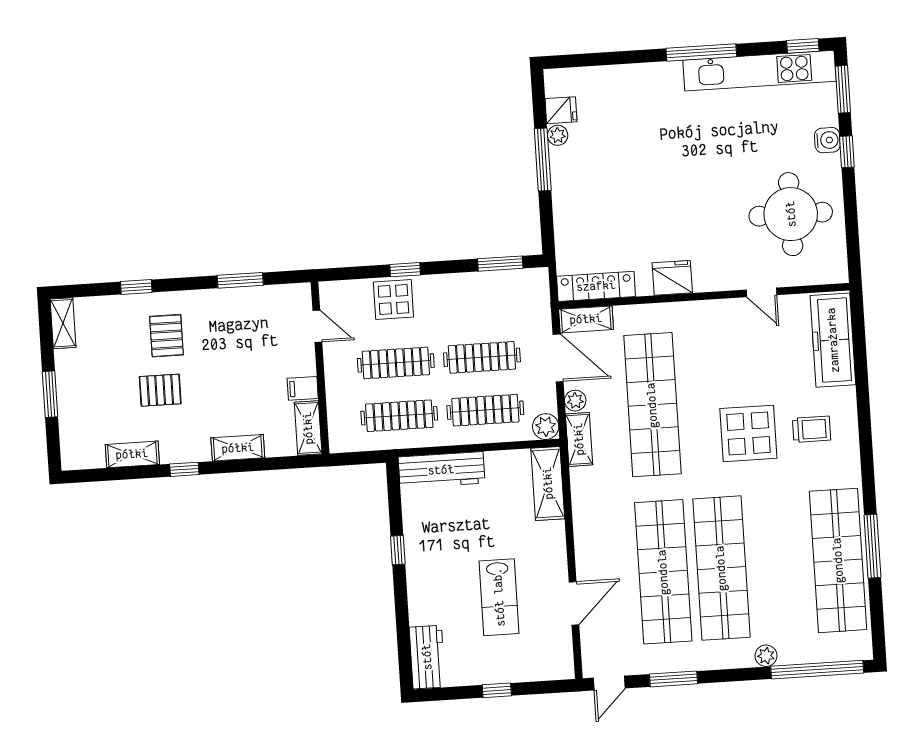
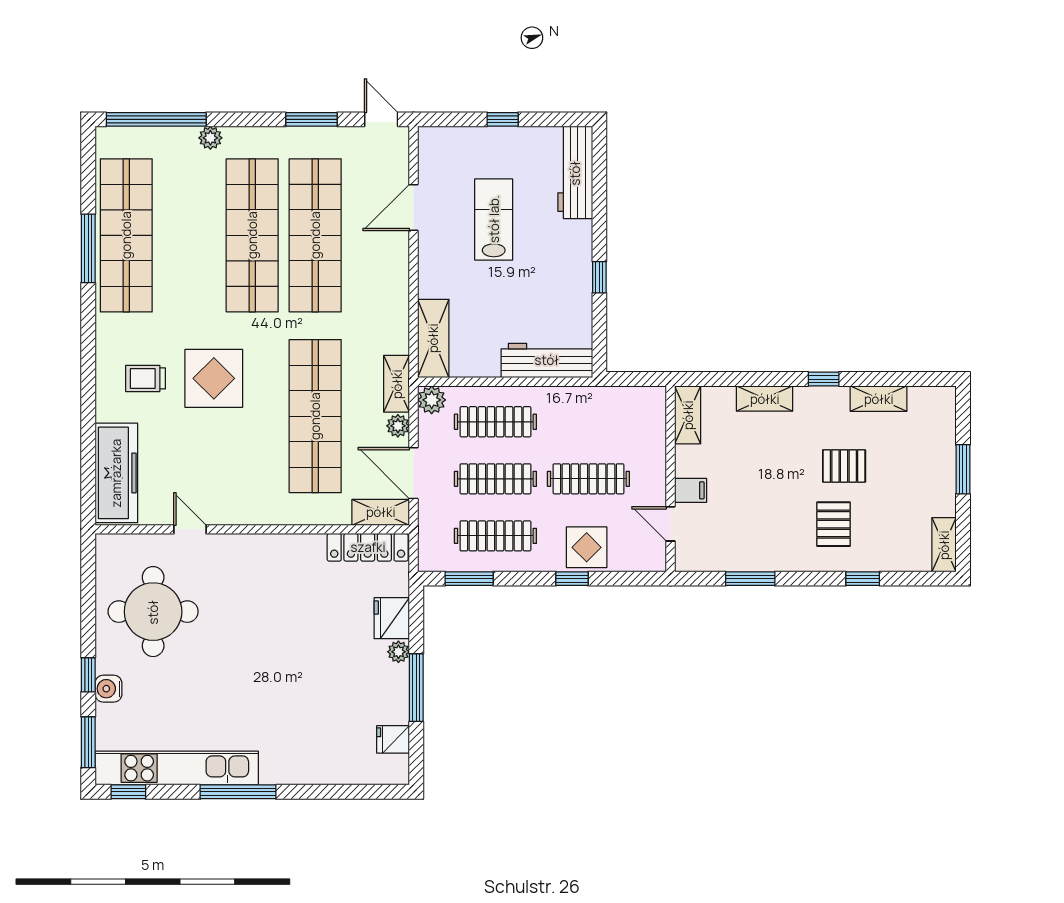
plant: (558, 135) -> (398, 652), moved
fridge: (672, 278) -> (392, 618), moved, turned 90
filing cabinet: (303, 388) -> (691, 490), moved
clothes rail: (399, 416) -> (495, 536), moved
workbench: (427, 657) -> (575, 173), width x1.38
door: (609, 683) -> (381, 119), hinge flipped

